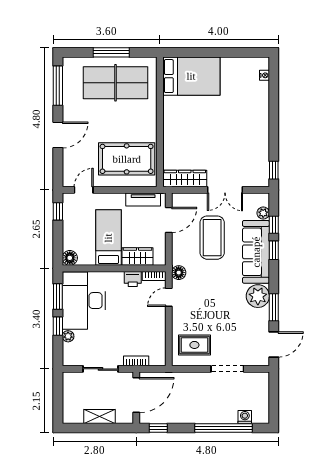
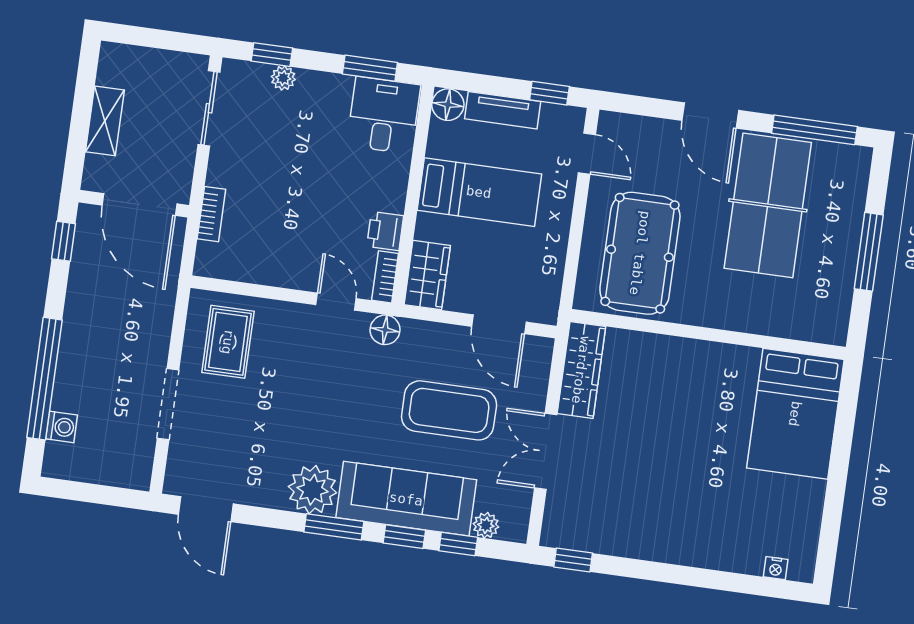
table tennis table: (116, 83) -> (768, 205), moved
tv unit: (143, 199) -> (503, 110), moved, turned -90
wardrobe: (138, 256) -> (427, 275), moved
desk: (84, 301) -> (384, 115), width x0.53, depth x0.77
window: (274, 307) -> (334, 527), moved
window: (58, 326) -> (272, 55), moved
sliding door: (101, 369) -> (209, 108), moved

